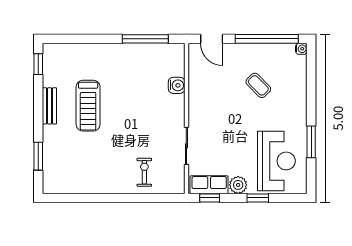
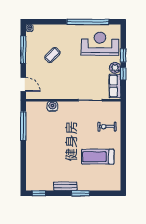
door: (212, 39) -> (23, 84), hinge flipped
window: (267, 39) -> (23, 50), width x0.68
treadmill: (88, 106) -> (98, 157), moved, turned 180
window: (311, 142) -> (88, 22), width x2.11
window: (38, 156) -> (80, 193), moved
window: (210, 198) -> (123, 74), moved

